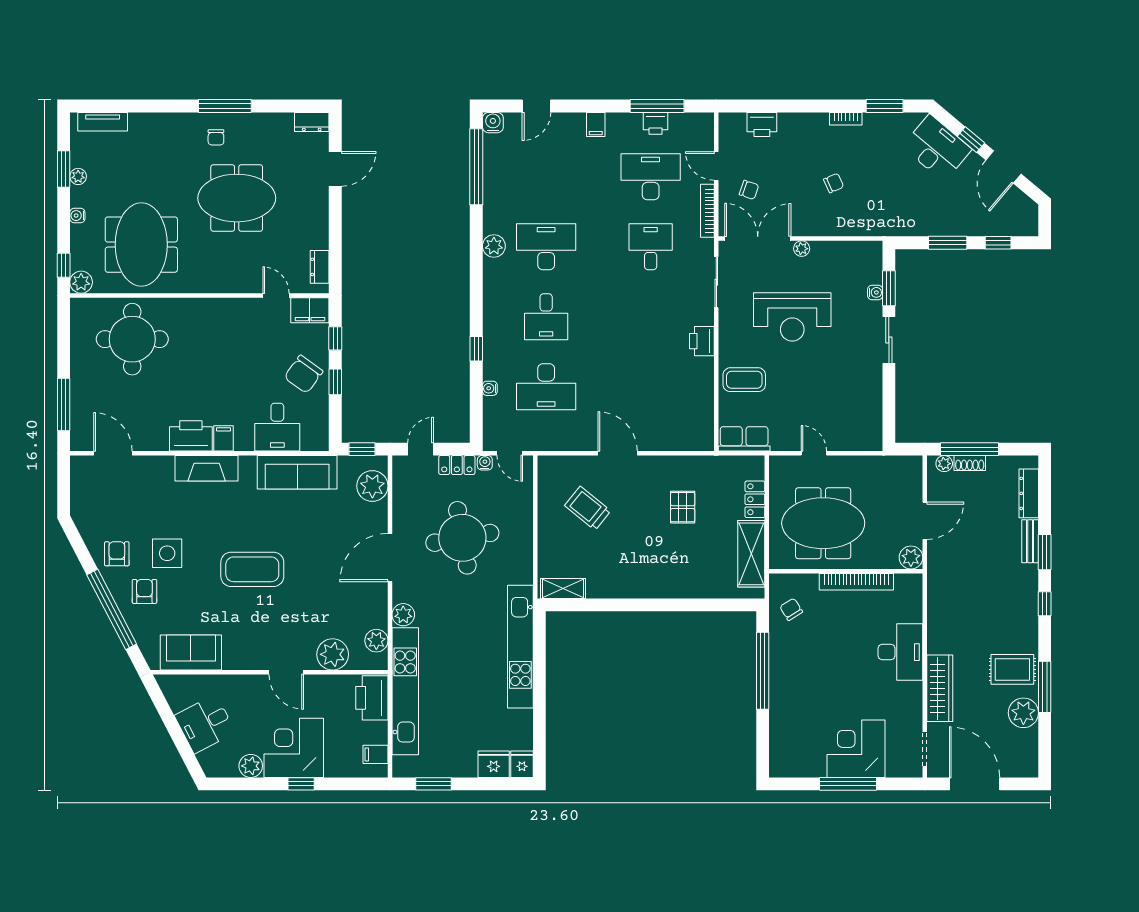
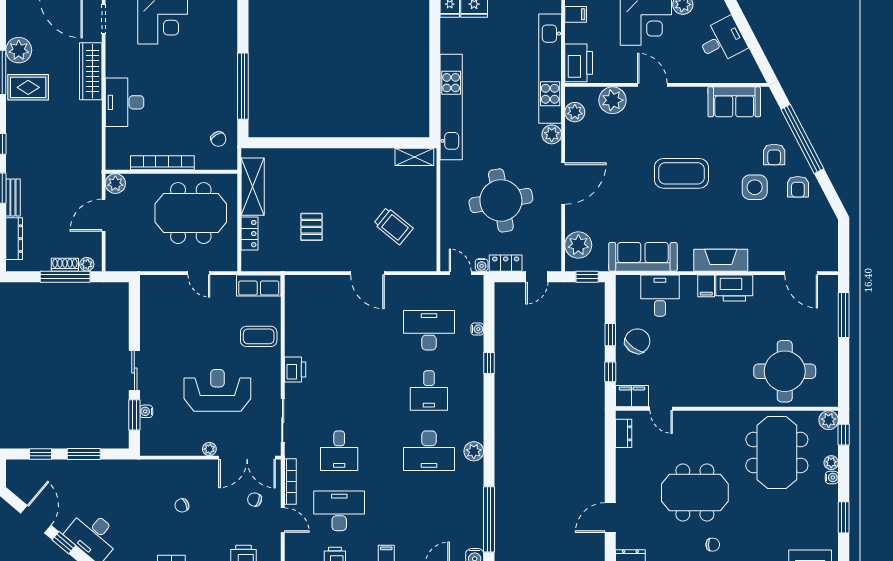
chair: (216, 137) -> (713, 545), turned 90
plant: (78, 176) -> (831, 463), moved
desk: (651, 177) -> (339, 511), turned 180
desk: (546, 317) -> (429, 390), turned 180

